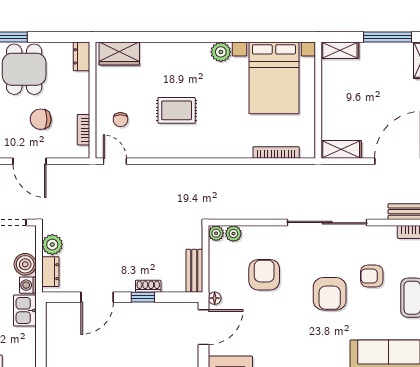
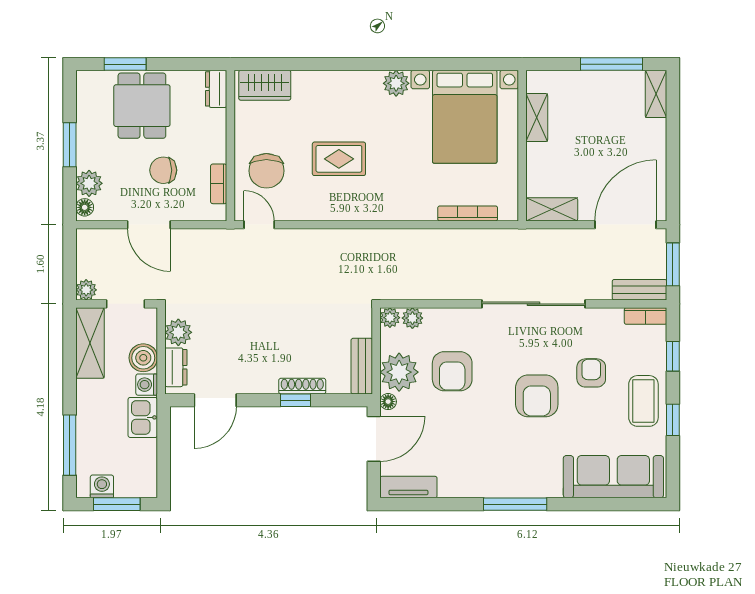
shelving: (340, 50) -> (537, 118), moved, turned 90
chair: (121, 120) -> (266, 171), width x1.87, depth x1.87
plant: (223, 275) -> (399, 372), added
armchair: (264, 275) -> (452, 371), turned 180
armchair: (372, 276) -> (591, 373), turned 90
shoe rack: (148, 286) -> (302, 386), width x1.43
door: (97, 297) -> (215, 400), moved

